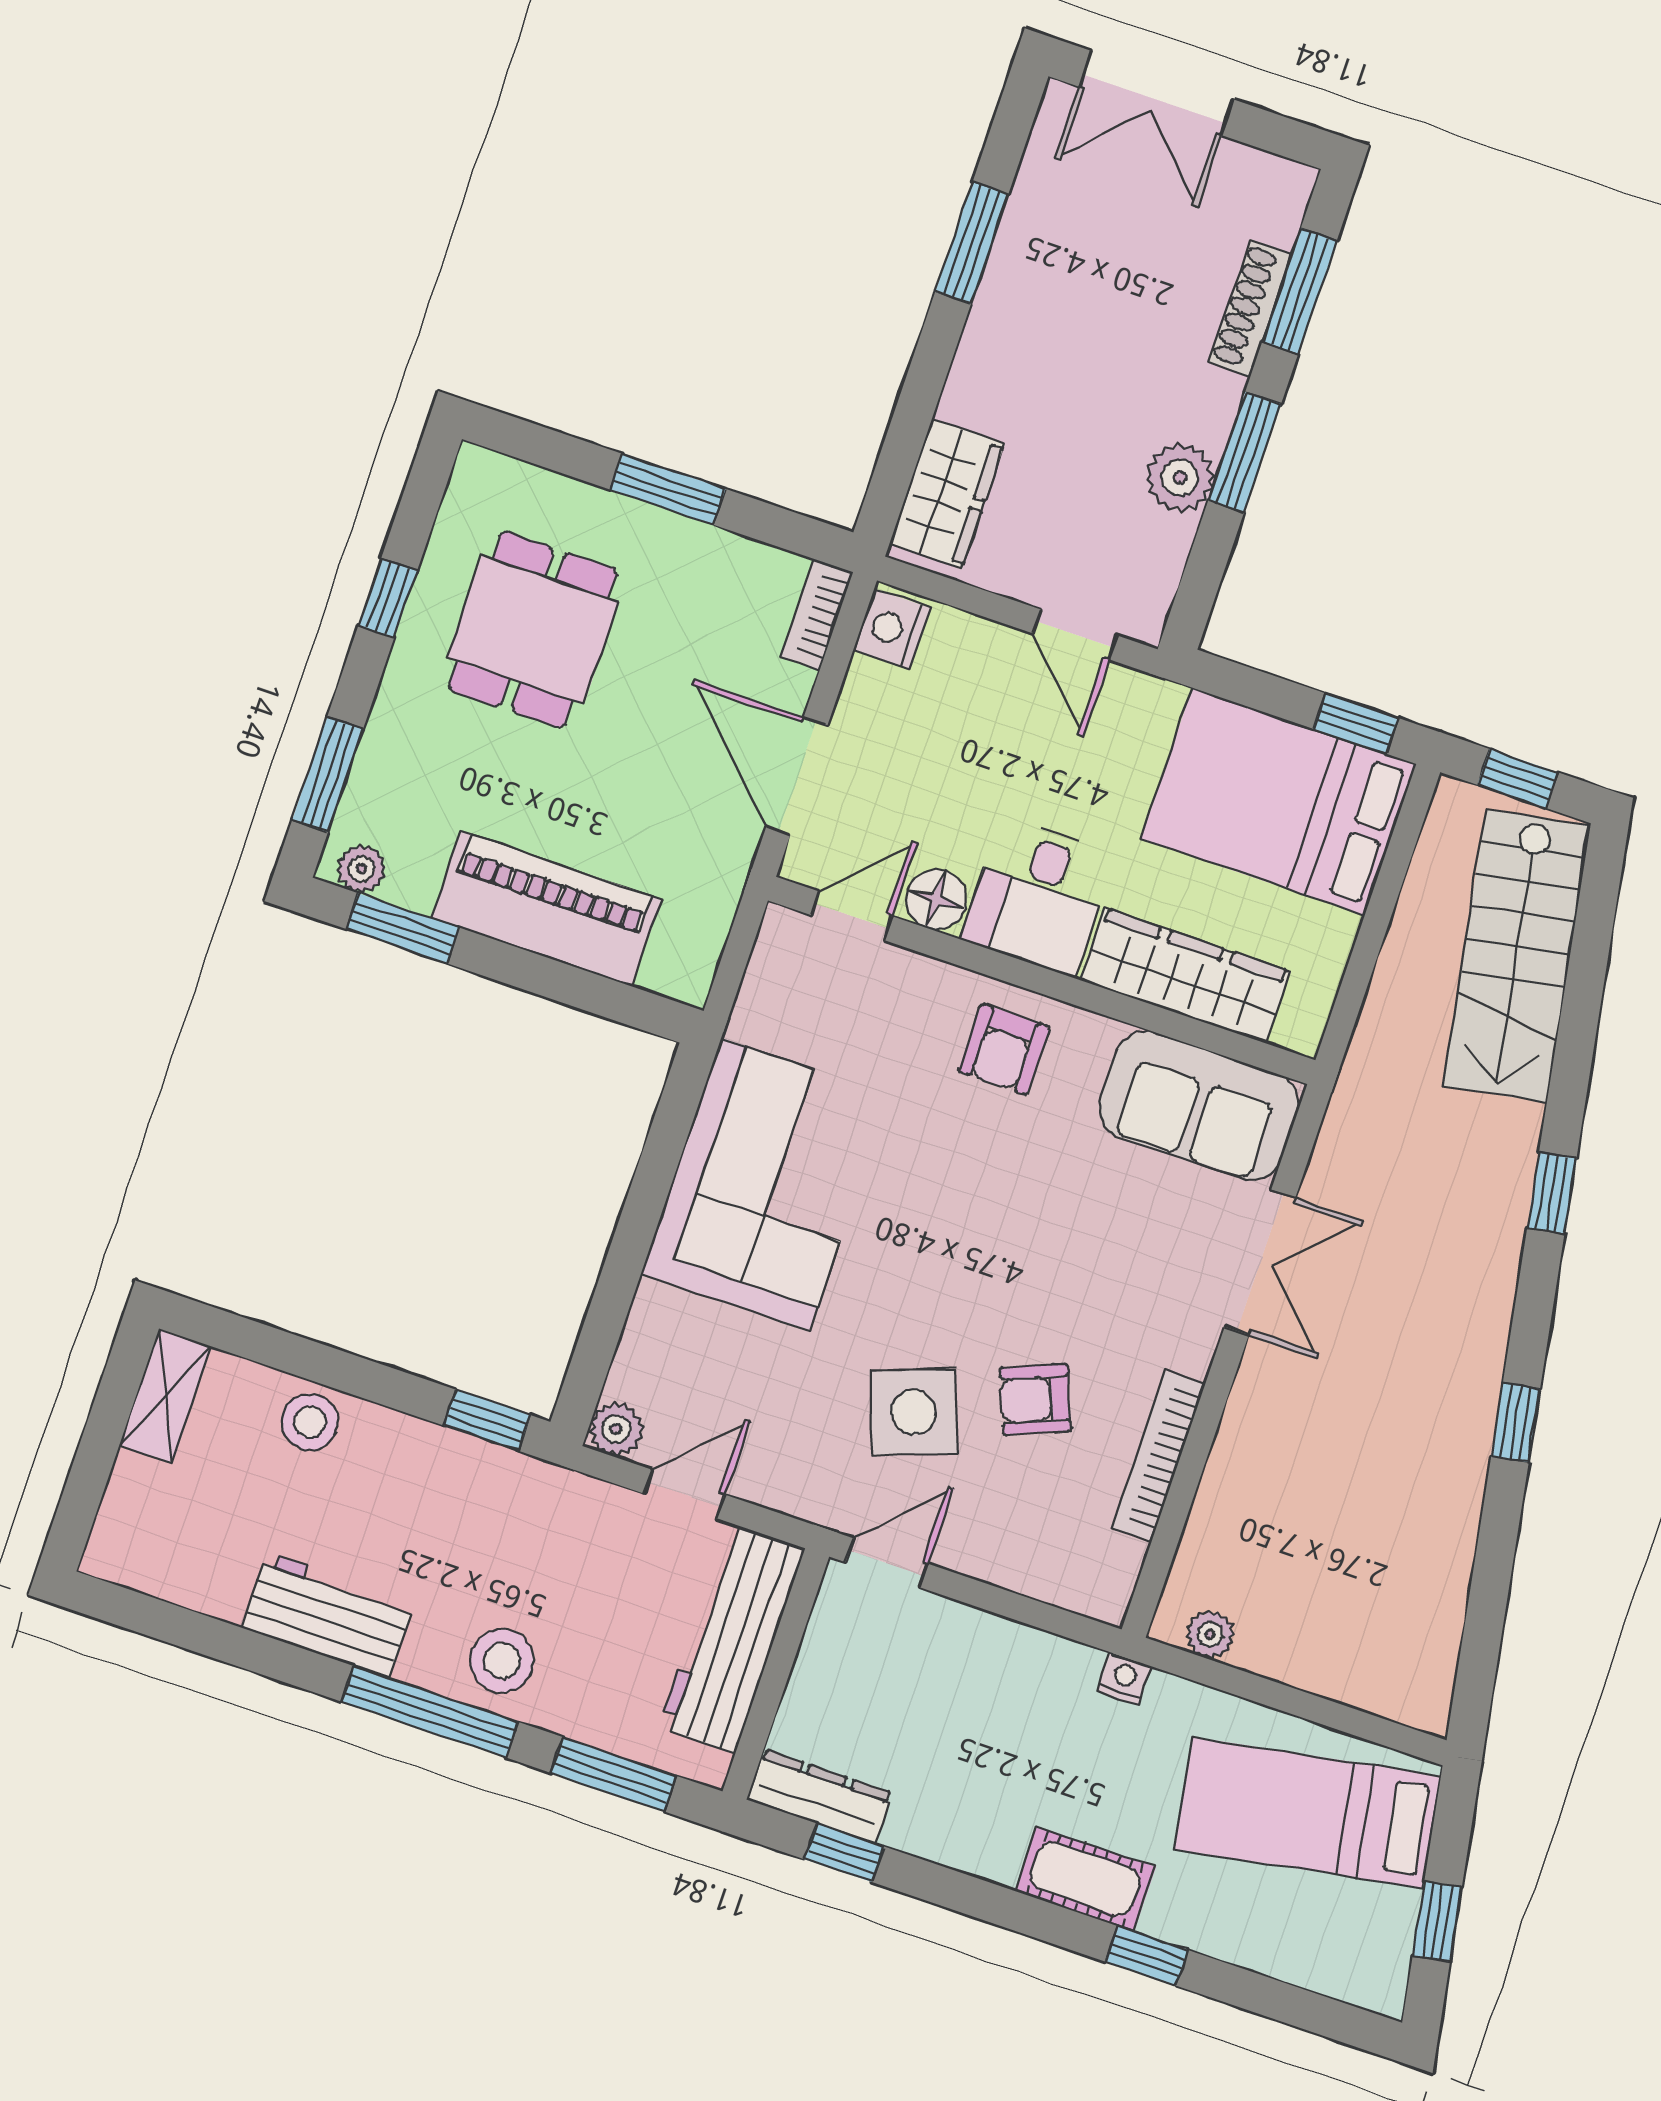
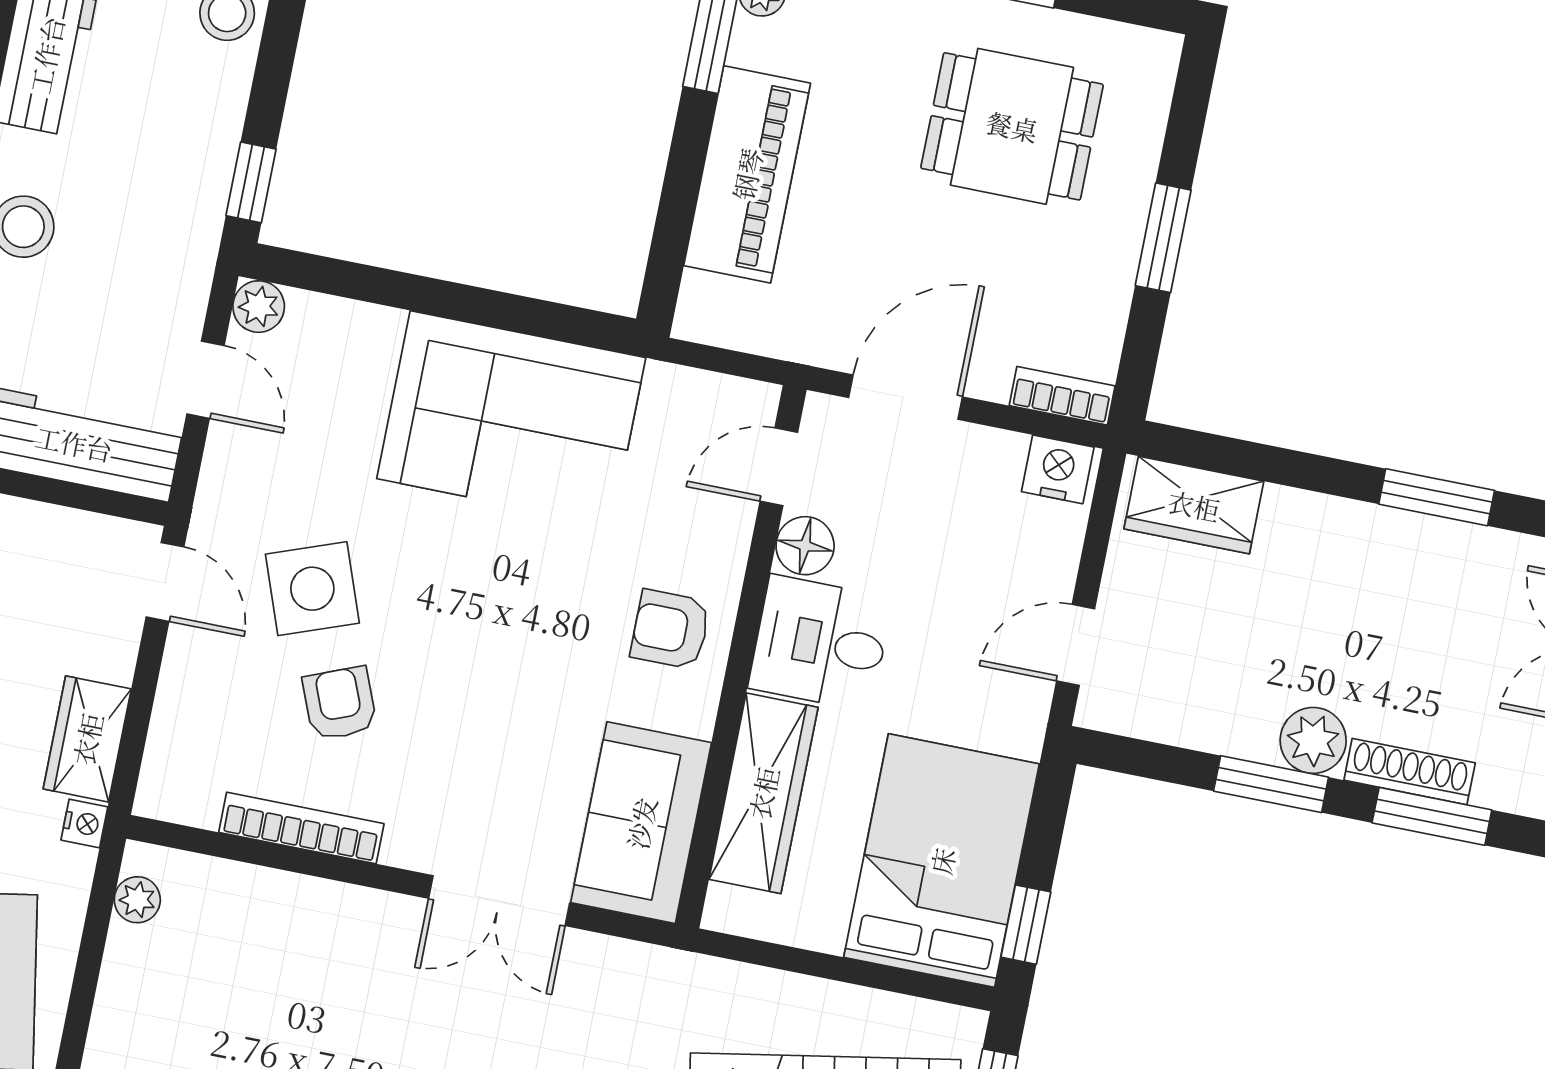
plant: (1180, 477) -> (1313, 740), moved
door: (851, 916) -> (779, 467), swing flipped
wardrobe: (1038, 1664) -> (87, 739), added

